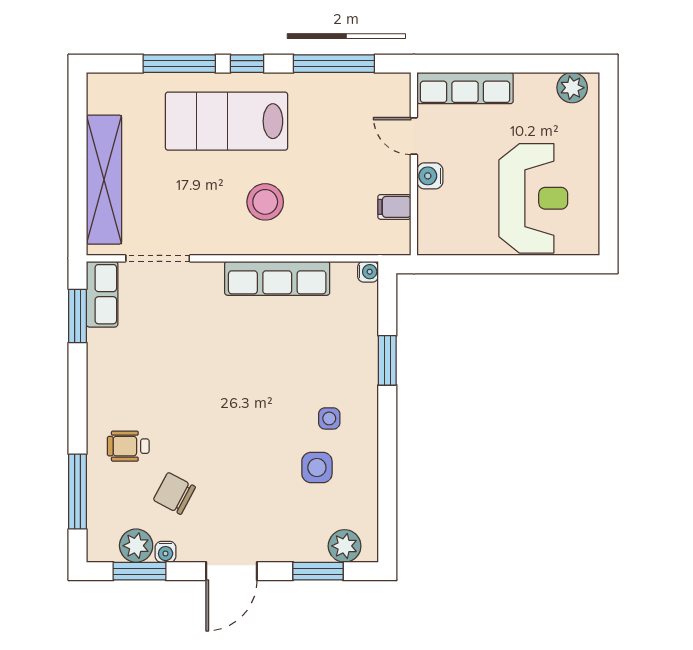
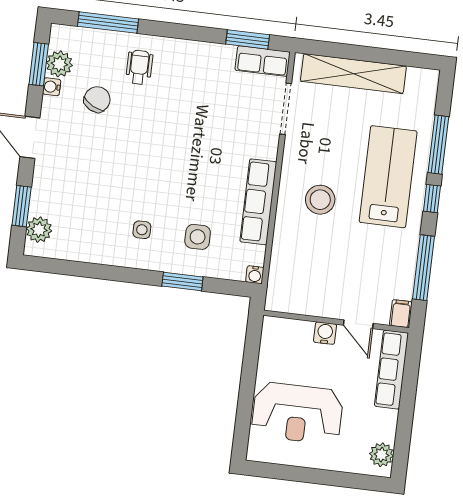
door: (414, 136) -> (358, 324), swing flipped
filing cabinet: (394, 207) -> (401, 314), moved
side table: (317, 467) -> (198, 237), moved

